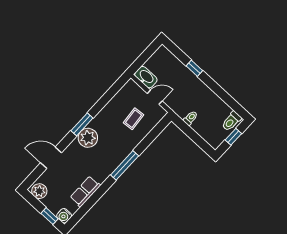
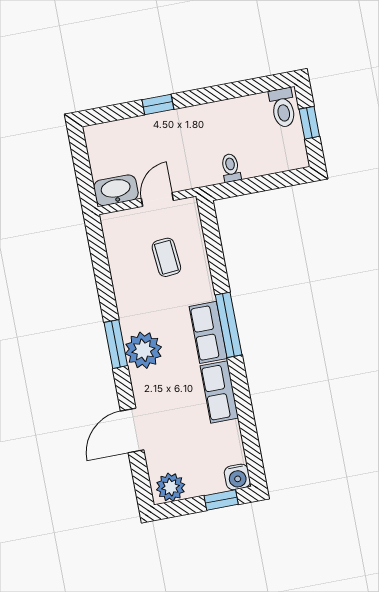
row of seats: (115, 159) -> (208, 332), added
row of seats: (85, 191) -> (219, 392), moved

